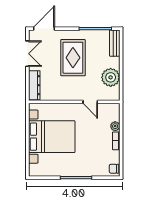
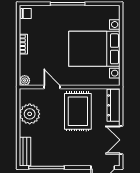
rug: (73, 58) -> (78, 111), moved
plant: (115, 126) -> (25, 80), moved

